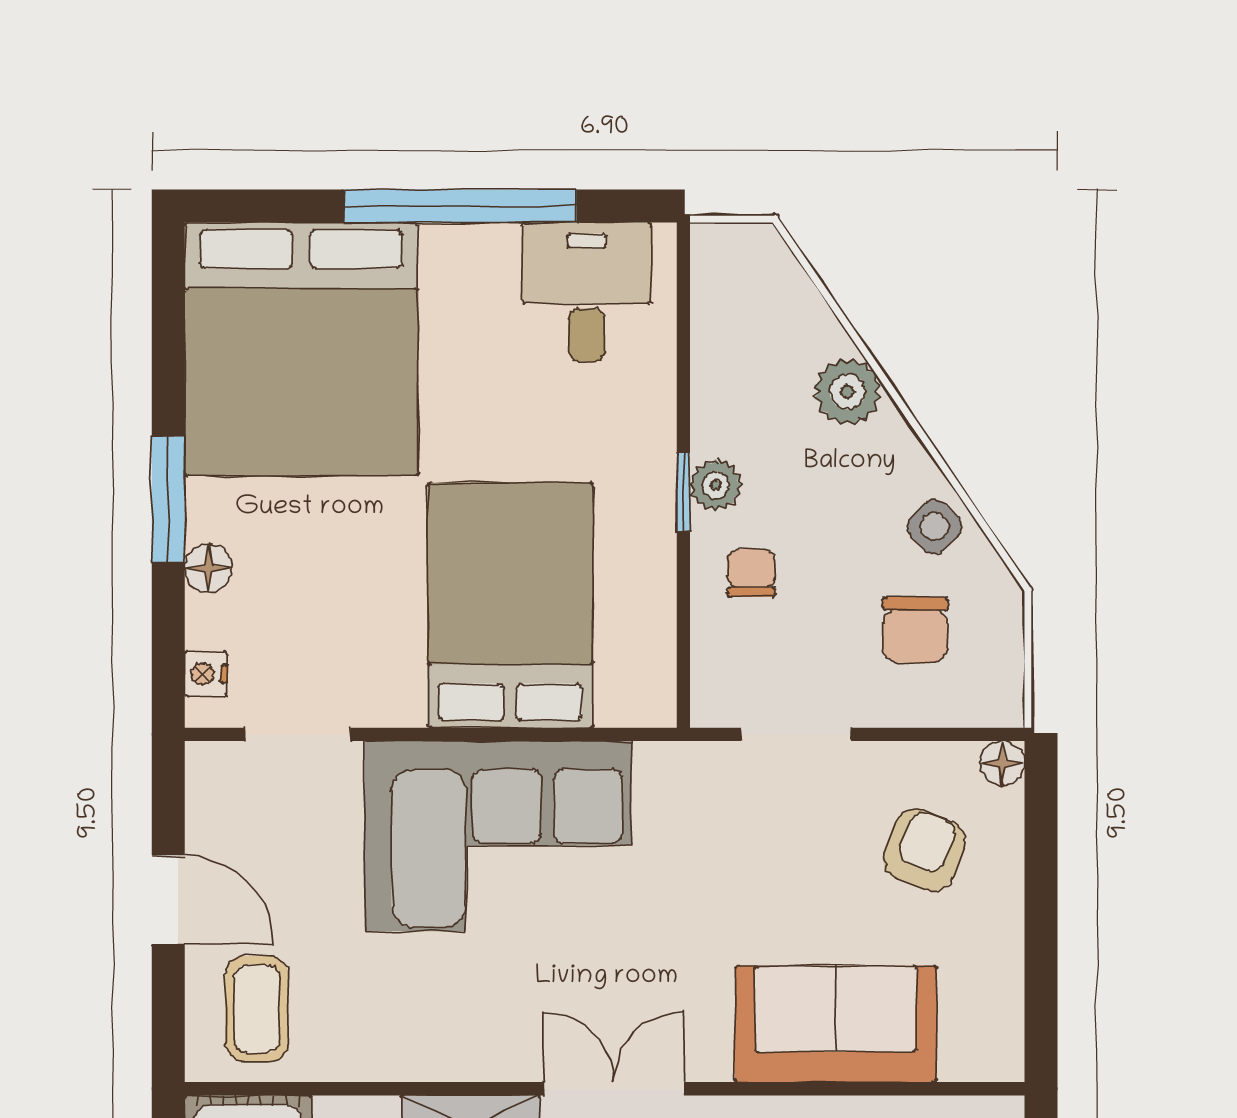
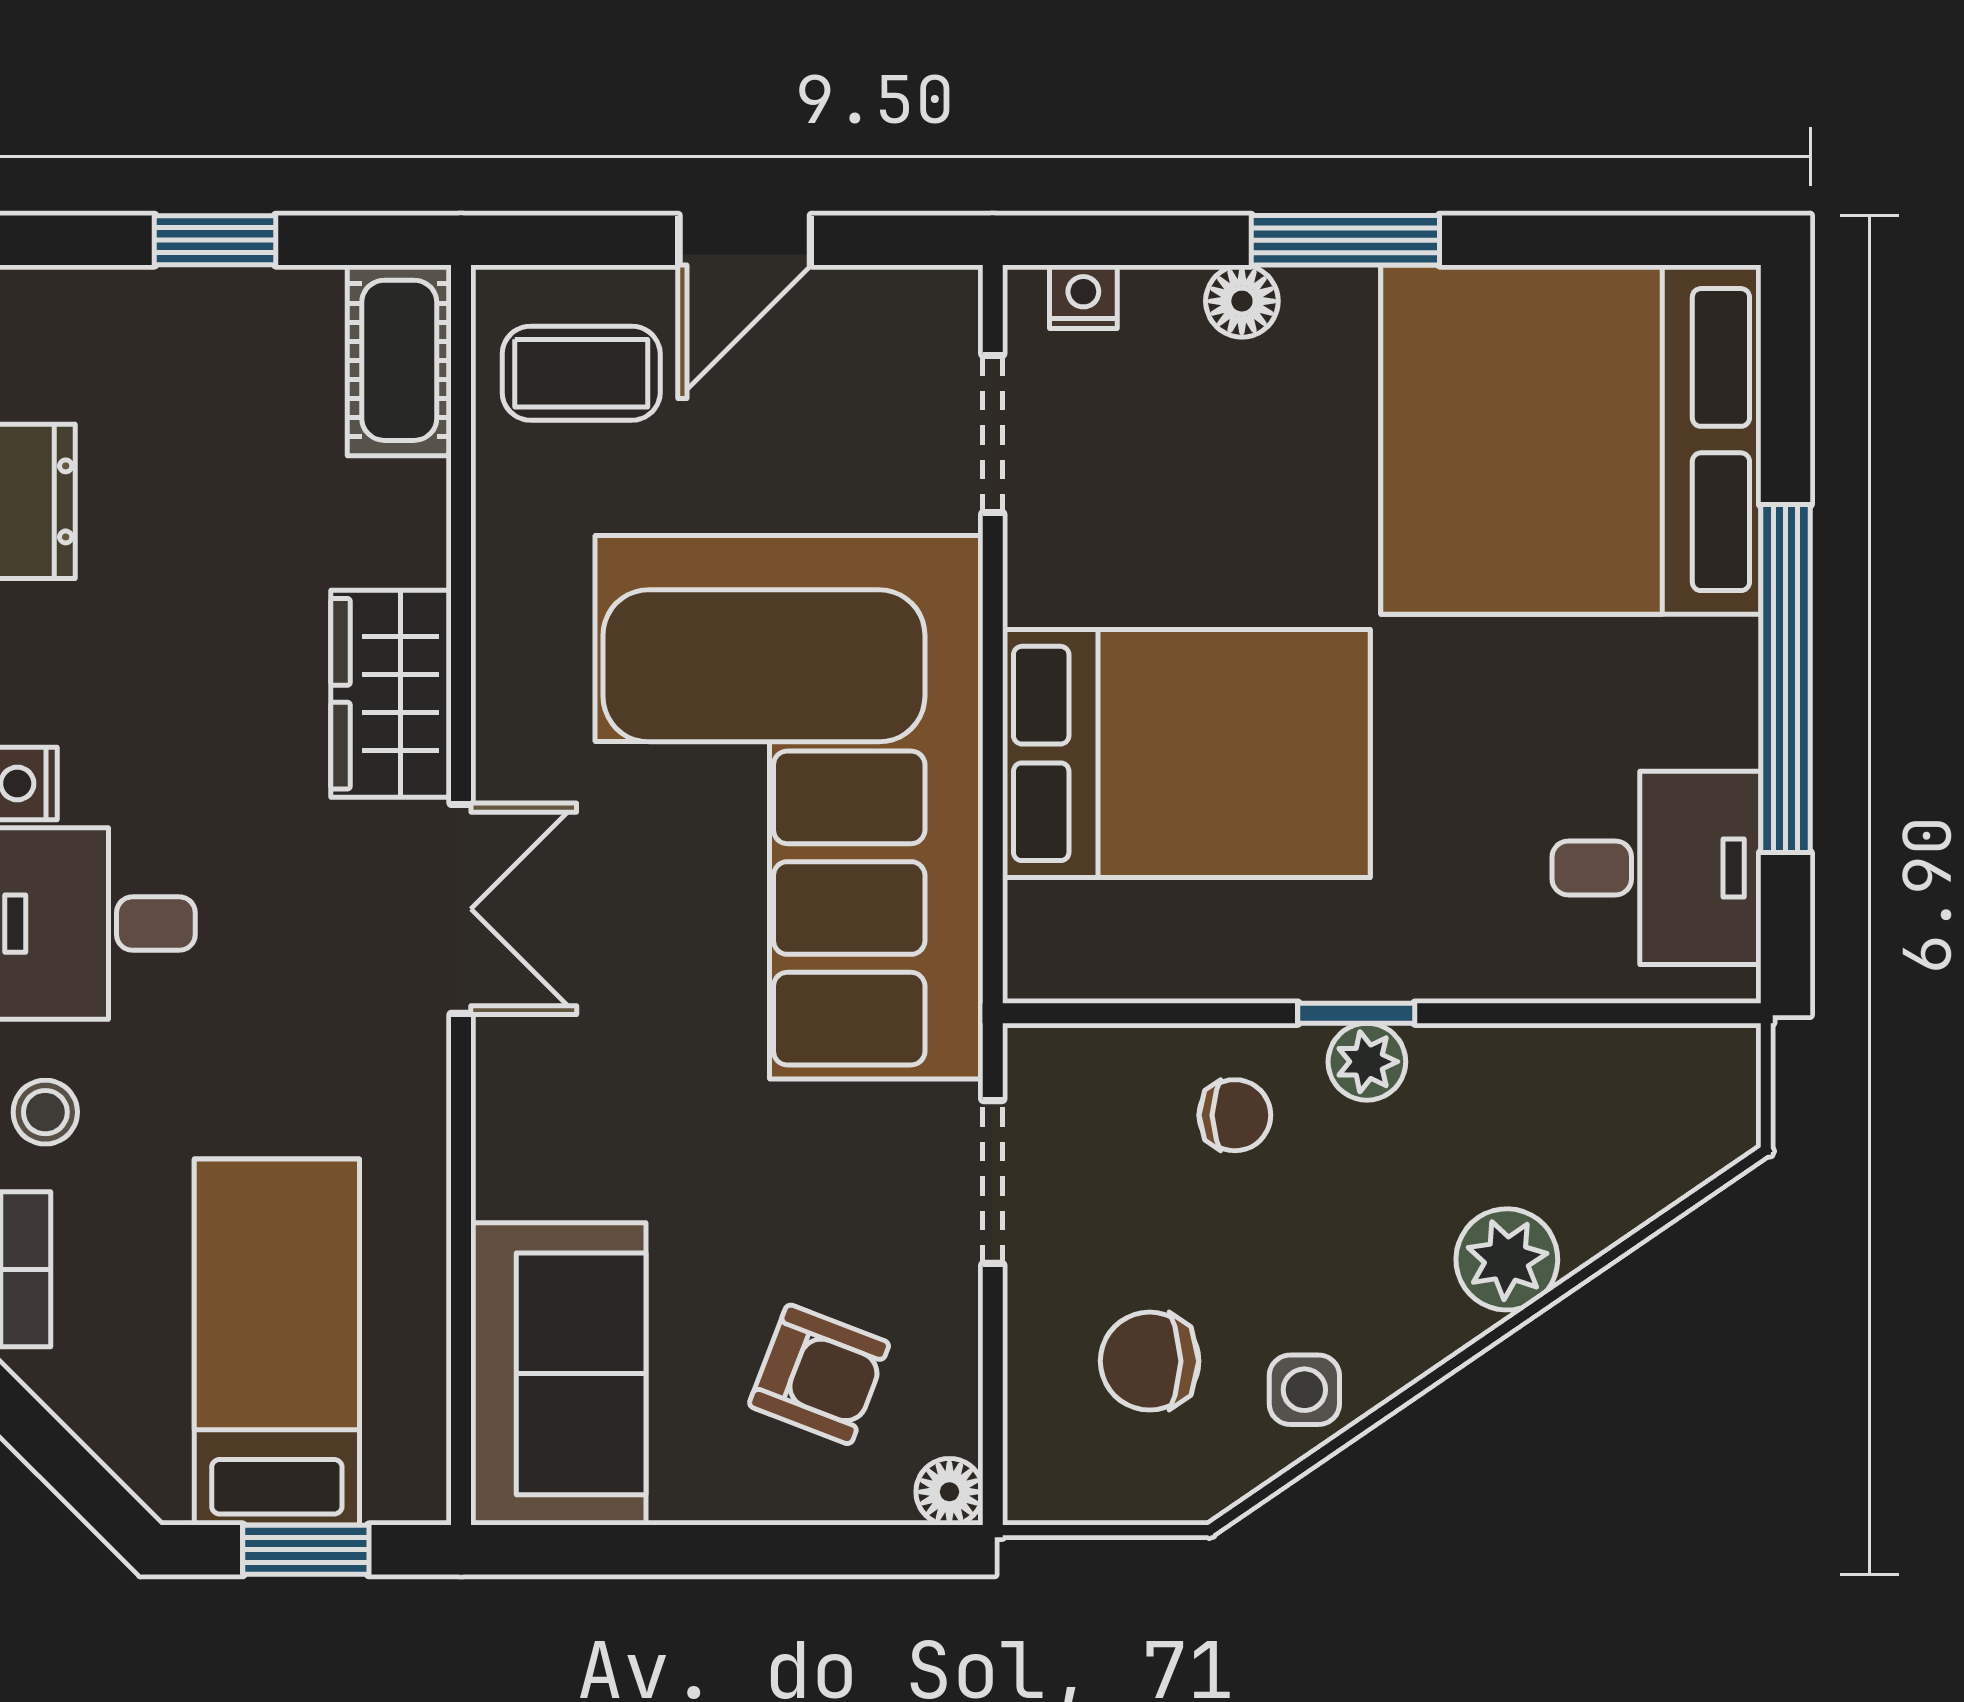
side table: (934, 527) -> (1304, 1390), turned 45
corner sofa: (498, 836) -> (789, 807), width x1.36, depth x1.36
sofa: (836, 1024) -> (558, 1374), moved

